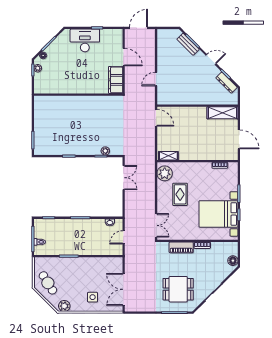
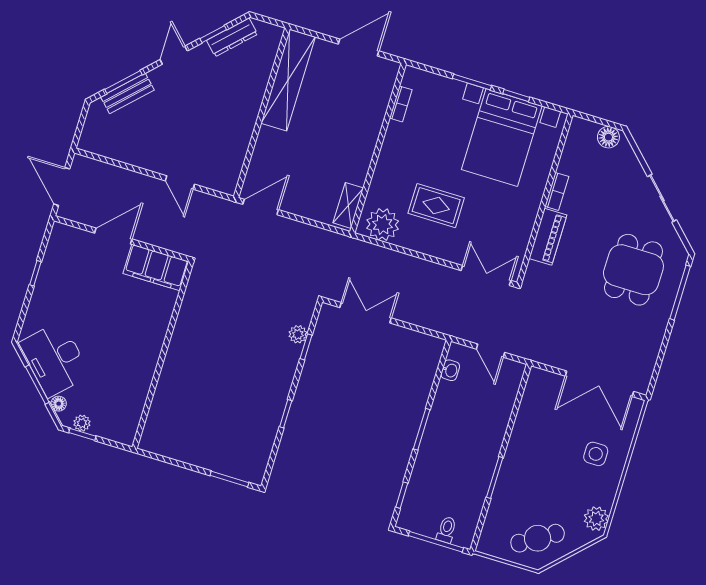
desk: (85, 40) -> (55, 359), moved, turned -45
shelving: (222, 113) -> (288, 80), width x1.47

